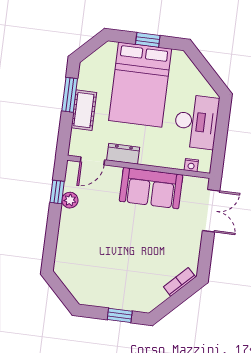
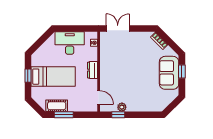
bed: (140, 85) -> (53, 77), width x0.67
cot: (84, 110) -> (57, 106), moved
dresser: (123, 154) -> (92, 70), moved
sofa: (151, 188) -> (169, 73), moved, turned 180

